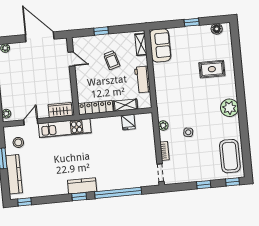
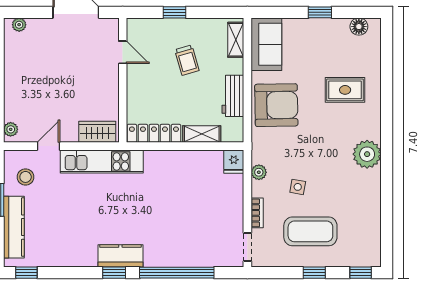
armchair: (170, 83) -> (276, 105), added
fridge: (128, 122) -> (234, 162), moved
coffee table: (230, 156) -> (310, 231), moved, turned 90

